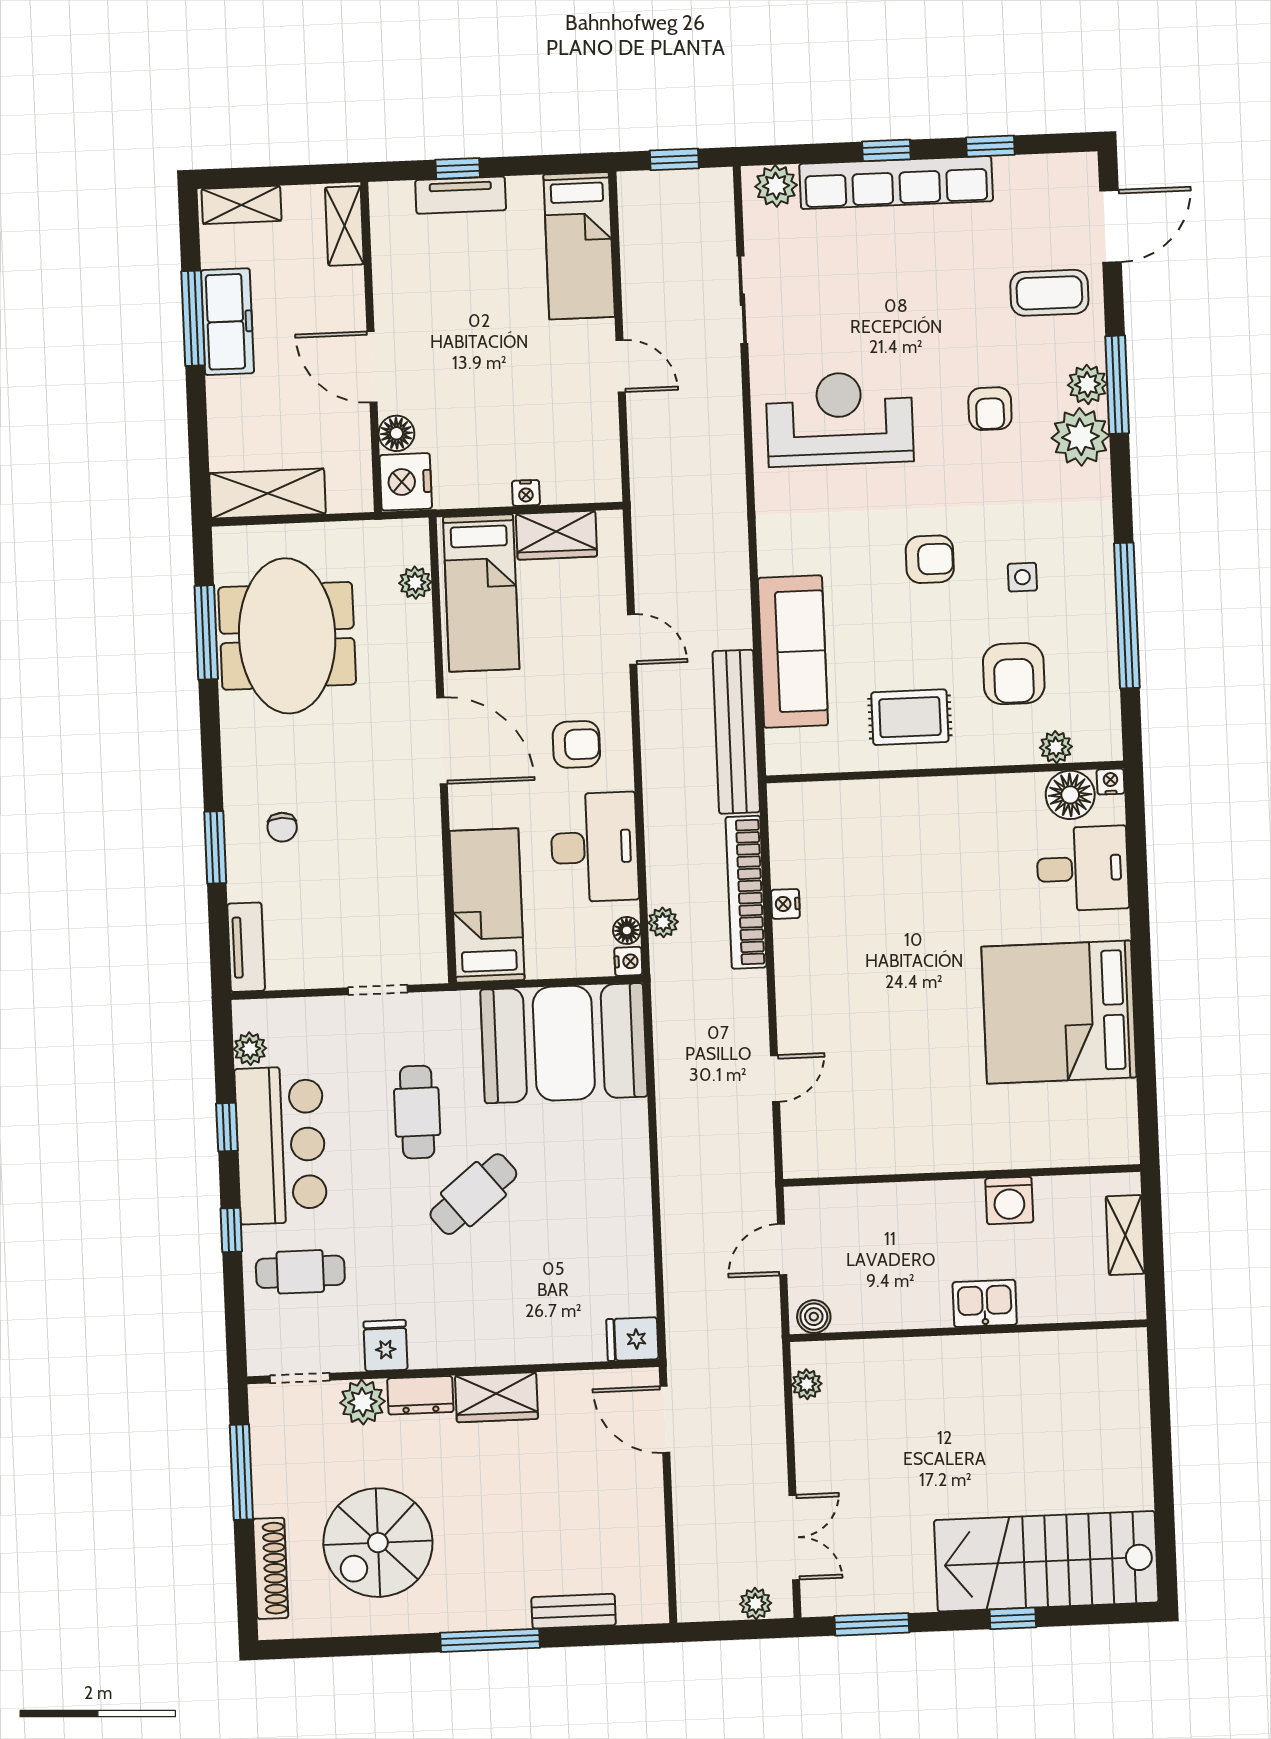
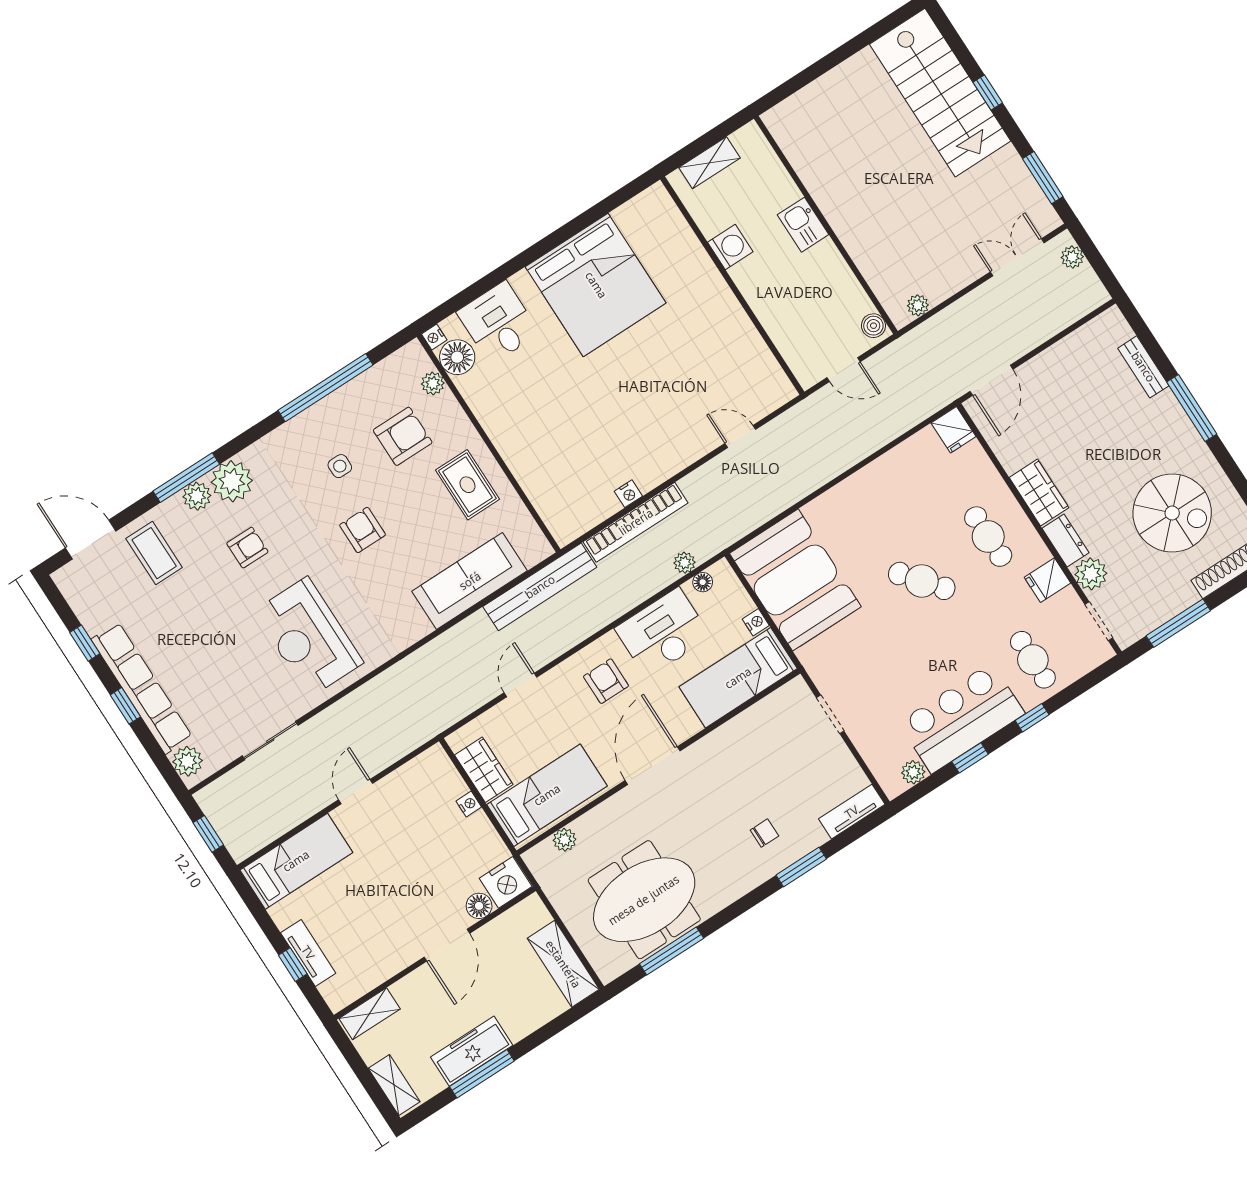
nightstand: (628, 961) -> (756, 622), moved, turned 90
cafe table: (417, 1112) -> (988, 537), moved, turned 90

